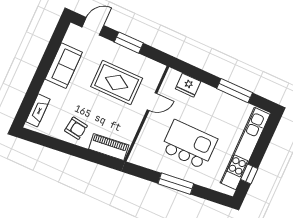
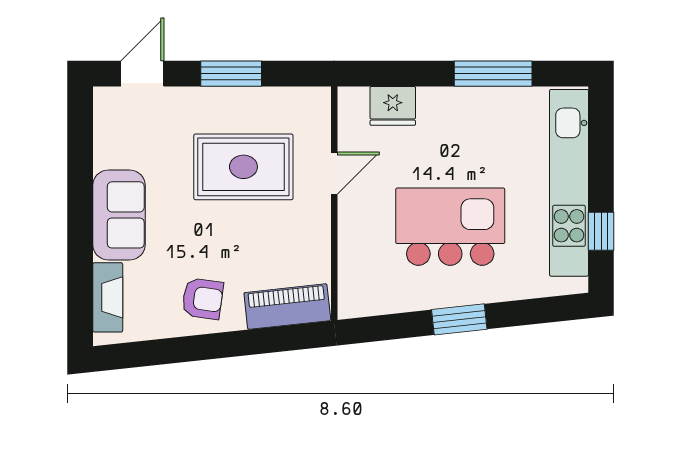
sofa: (64, 66) -> (119, 215), moved
window: (176, 184) -> (459, 319), width x0.69

